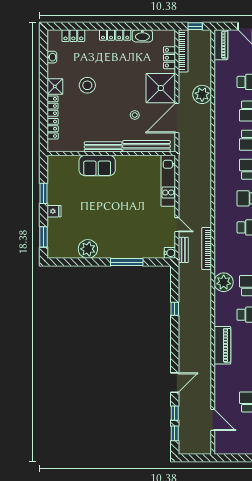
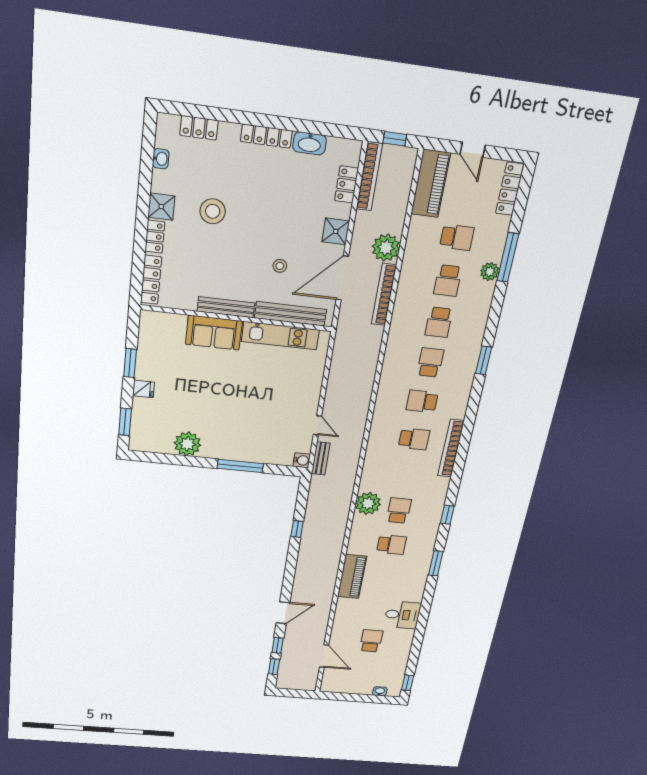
piano: (221, 45) -> (431, 184), width x1.37, depth x1.33
shower: (161, 88) -> (336, 231), width x0.54, depth x0.54
locker: (53, 129) -> (151, 280), width x1.53
kitchen unit: (168, 181) -> (280, 336), moved, turned -90
bookcase: (207, 249) -> (384, 295), moved

